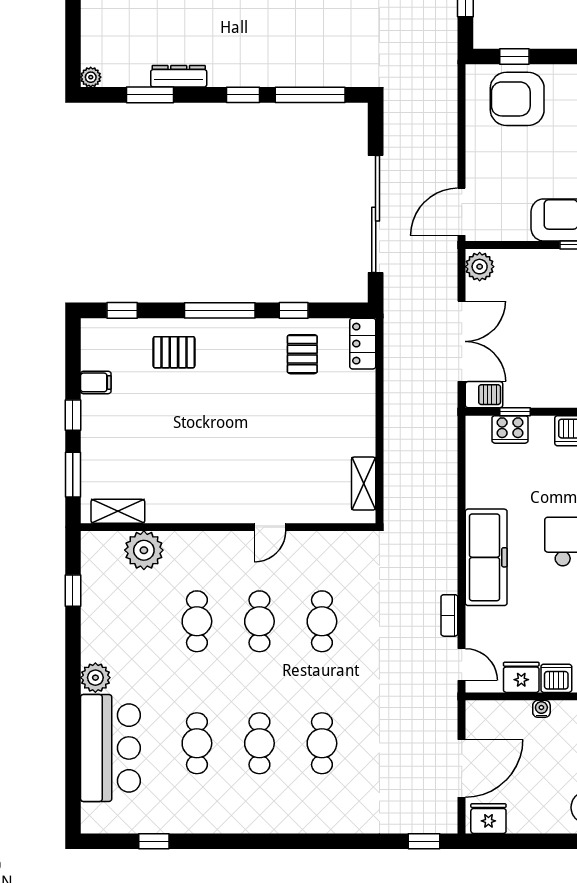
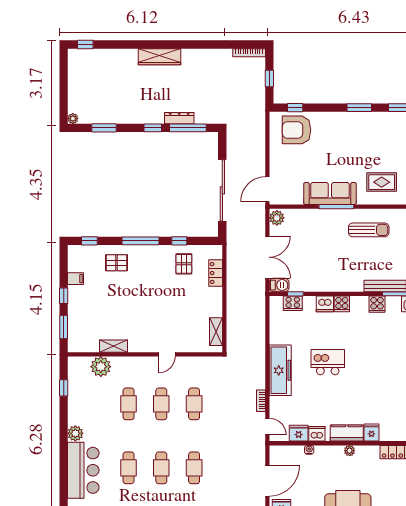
dresser: (179, 76) -> (179, 118), moved
locker: (363, 344) -> (216, 273), moved
shelving: (118, 511) -> (113, 346), moved

